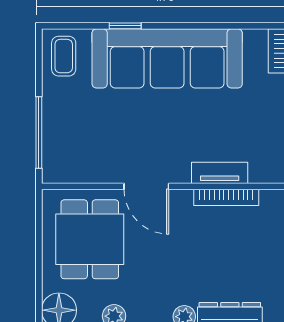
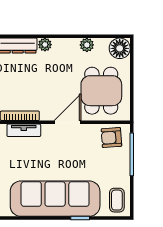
armchair: (73, 161) -> (111, 138), added
door: (146, 186) -> (68, 122), hinge flipped

